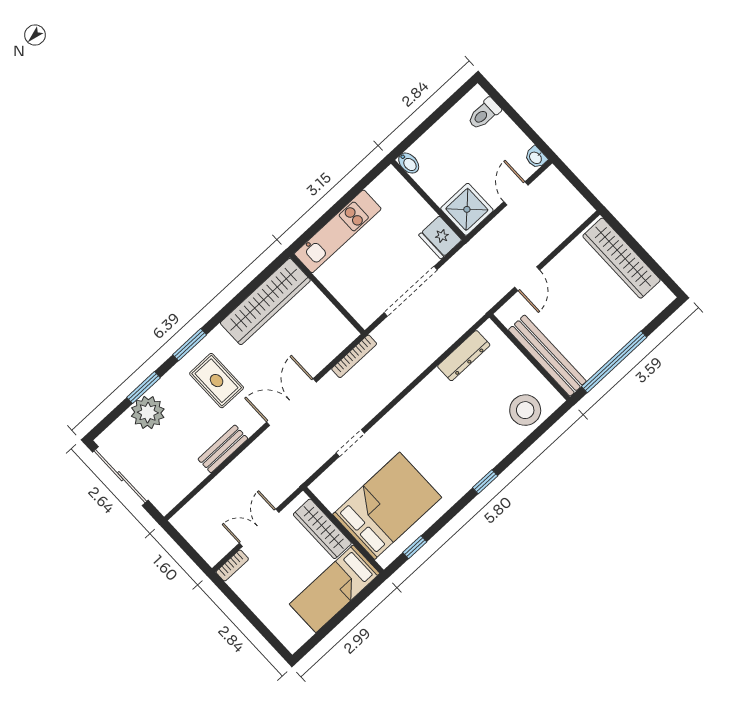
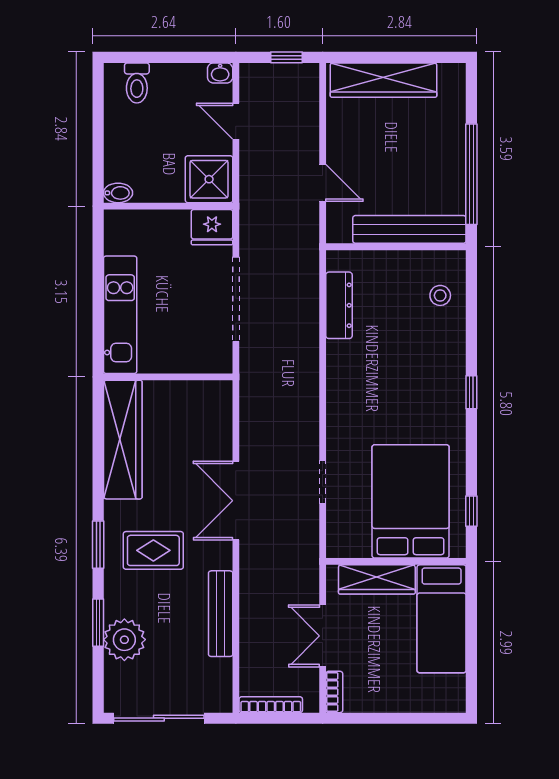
window: (582, 188) -> (286, 57), added
bookcase: (354, 356) -> (271, 705), moved, turned -90
stool: (525, 410) -> (440, 295), width x0.53, depth x0.53
bench: (223, 449) -> (221, 614), width x1.36

